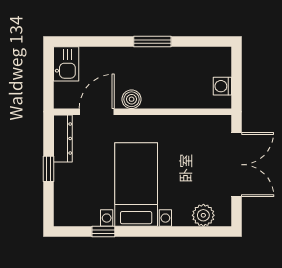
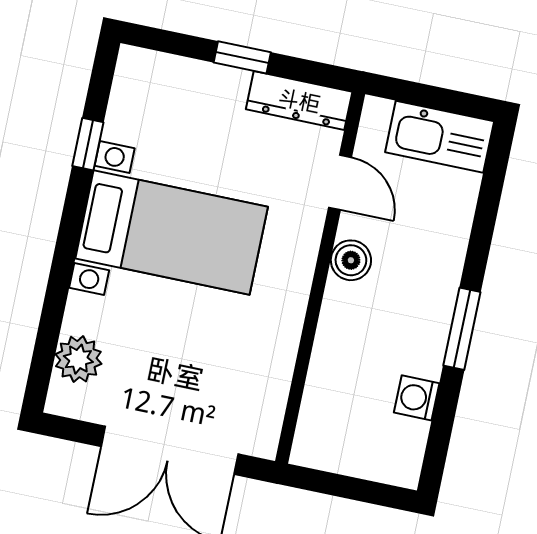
kitchen sink: (66, 64) -> (440, 137), width x1.38
washing machine: (222, 86) -> (417, 398), moved, turned -90
door: (97, 112) -> (340, 182), width x0.73

